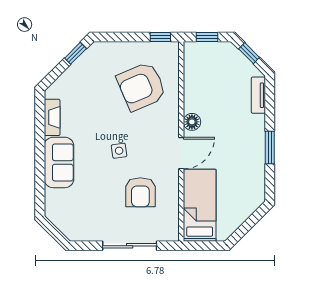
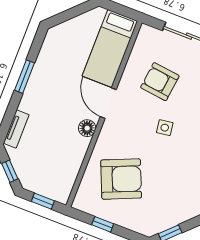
window: (160, 37) -> (103, 224), moved
door: (181, 153) -> (108, 103), hinge flipped
armchair: (140, 192) -> (160, 82), turned -83

